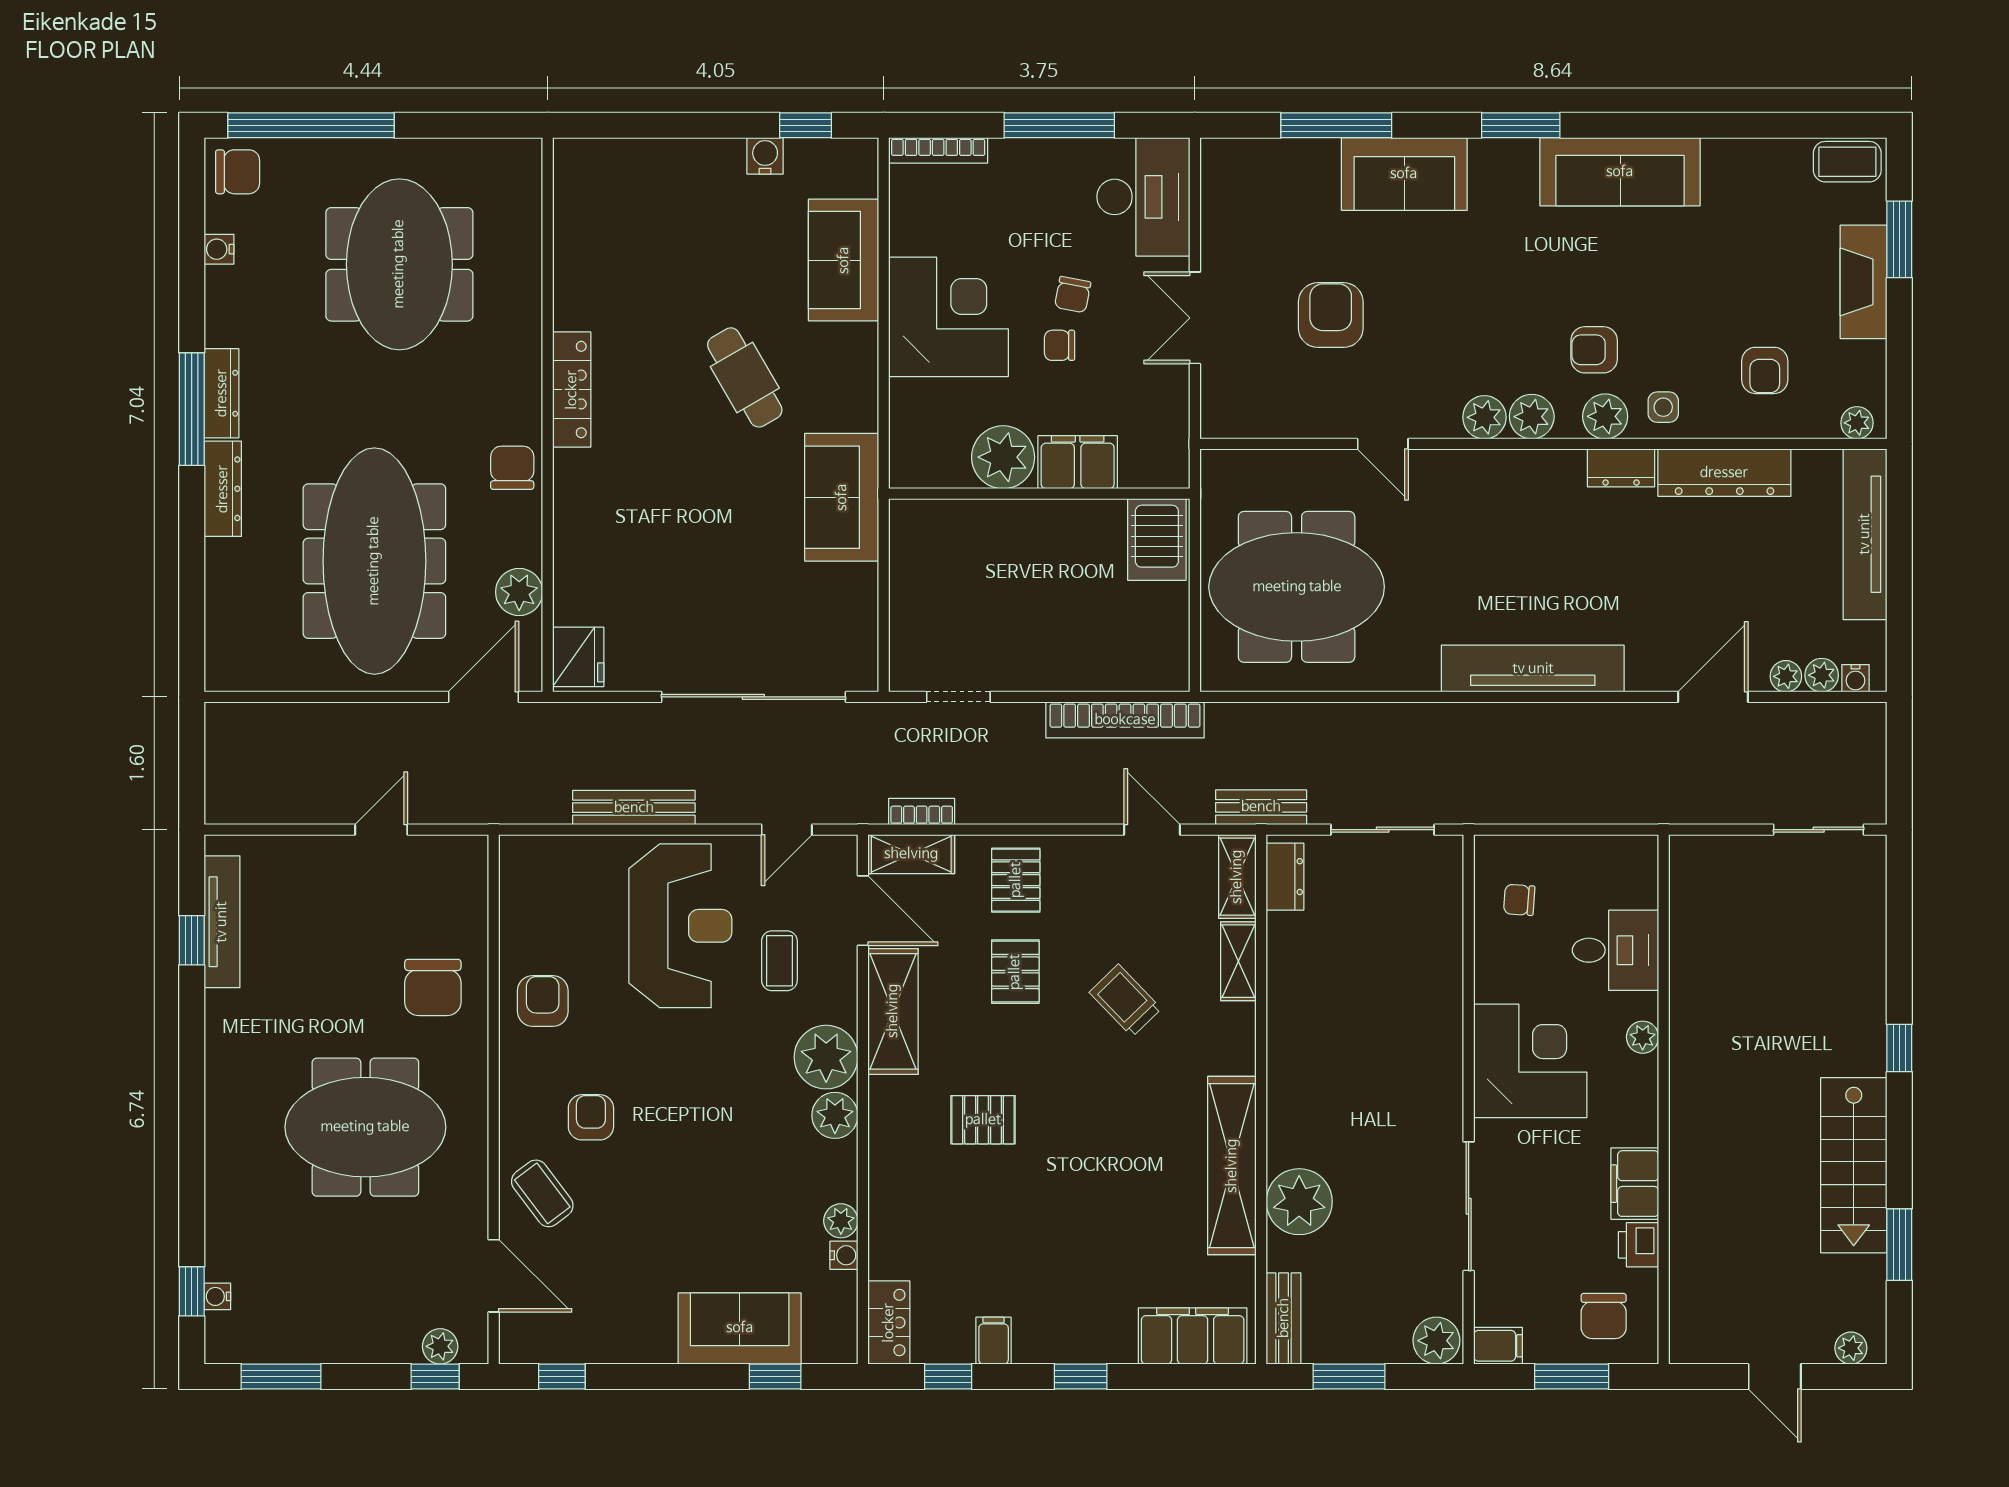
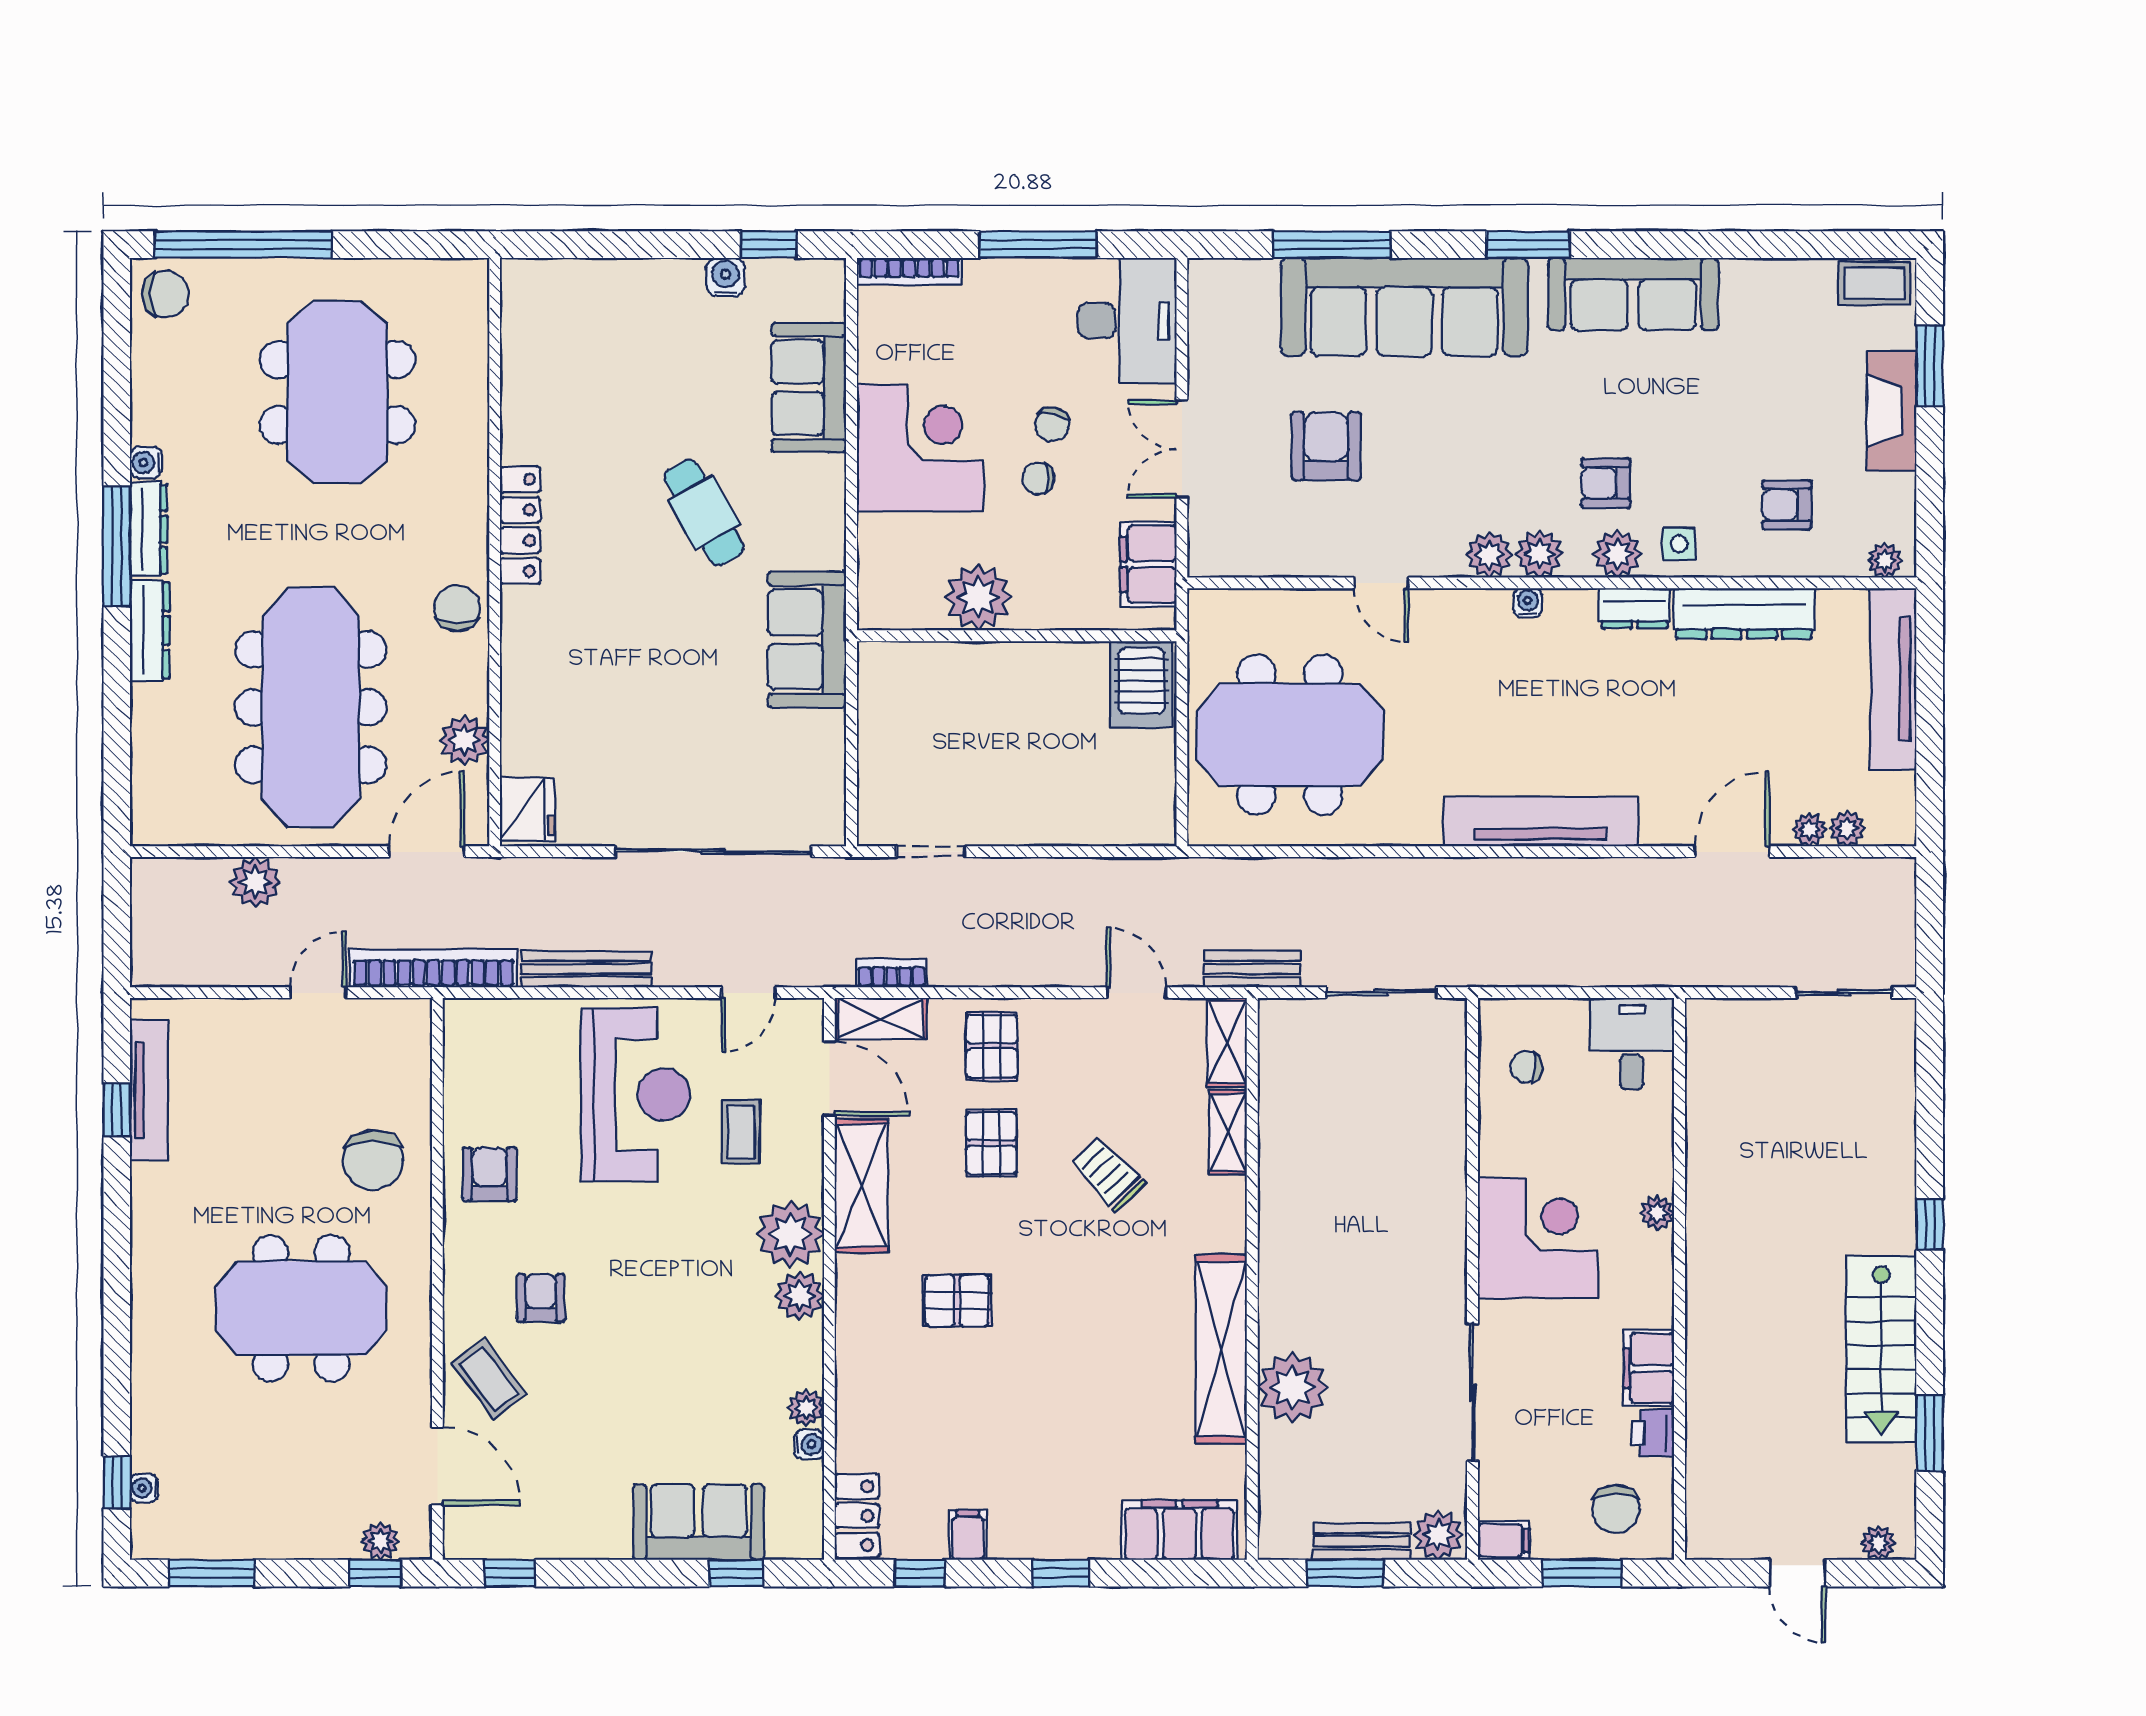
sofa: (1404, 174) -> (1404, 307), width x1.85, depth x1.27
water cooler: (219, 249) -> (146, 462), moved
armchair: (1765, 370) -> (1787, 505), turned 90
filing cabinet: (1078, 462) -> (1148, 564), moved, turned -90
water cooler: (1855, 678) -> (1528, 603), moved, turned 180
bookcase: (1125, 720) -> (433, 968), moved, turned 180
plant: (322, 726) -> (255, 882), added
dresser: (1285, 877) -> (1278, 1042), removed
desk: (1615, 950) -> (1632, 1044), moved, turned -90
bench: (1284, 1318) -> (1362, 1541), moved, turned 90

